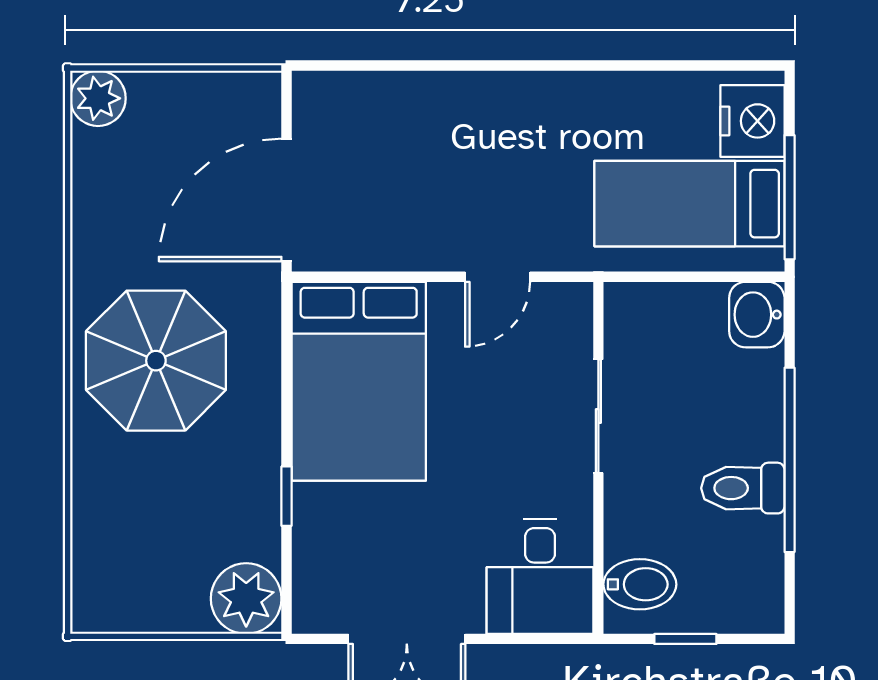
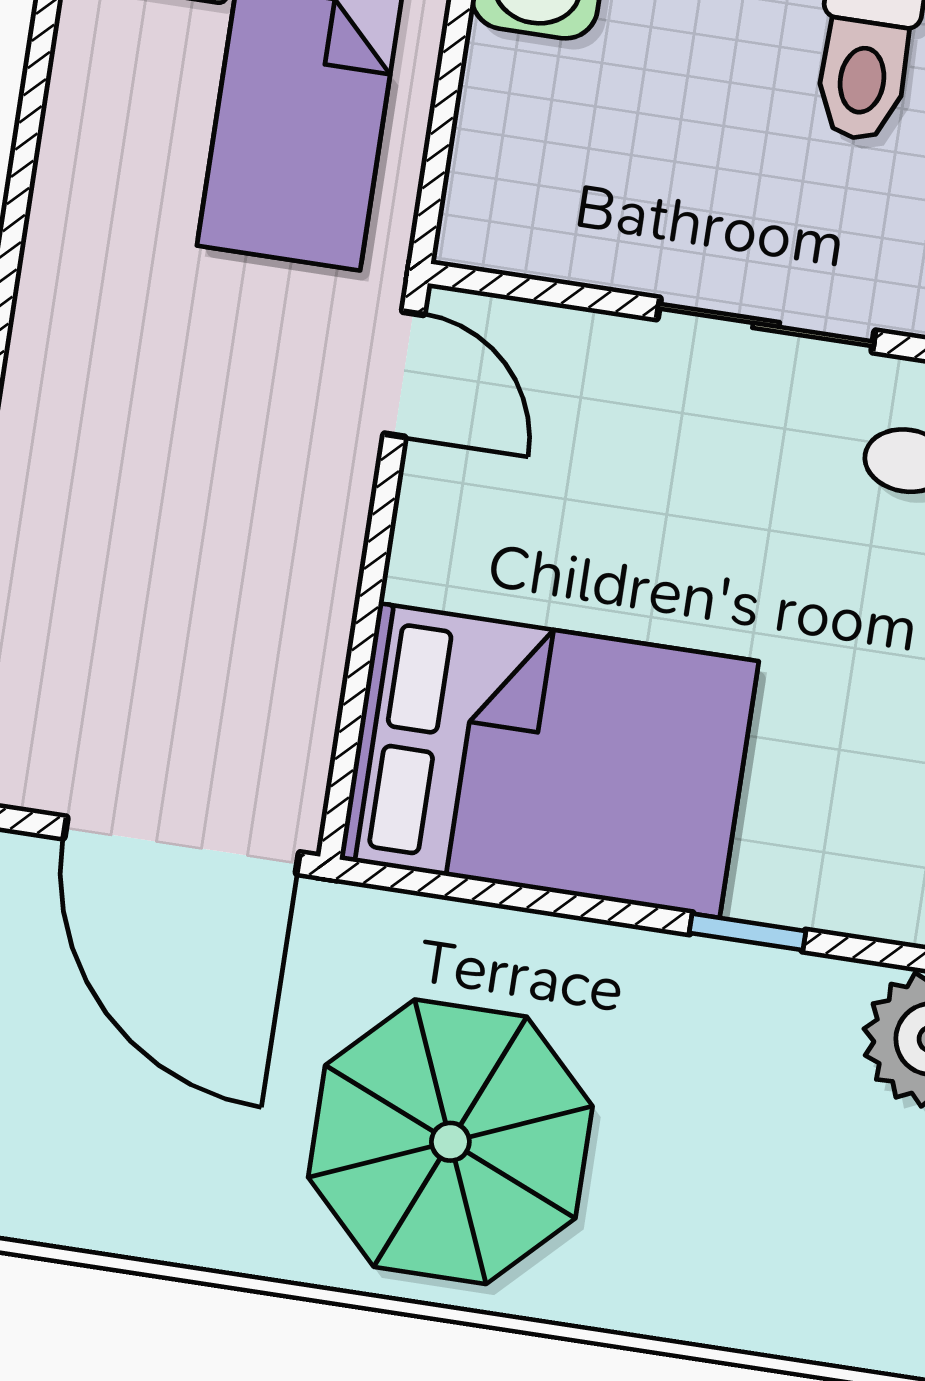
door: (498, 277) -> (404, 374), moved
sliding door: (598, 416) -> (766, 325), moved

